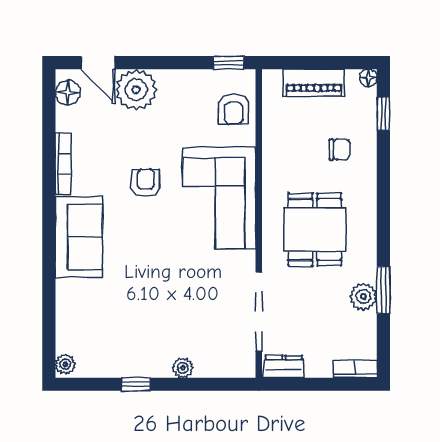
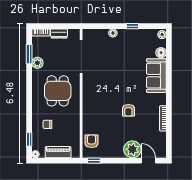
floor lamp: (68, 93) -> (161, 53), moved
corner sofa: (219, 198) -> (98, 104), removed
sofa: (79, 237) -> (156, 76), moved
window: (383, 290) -> (29, 54), moved
dresser: (284, 367) -> (59, 34), moved

